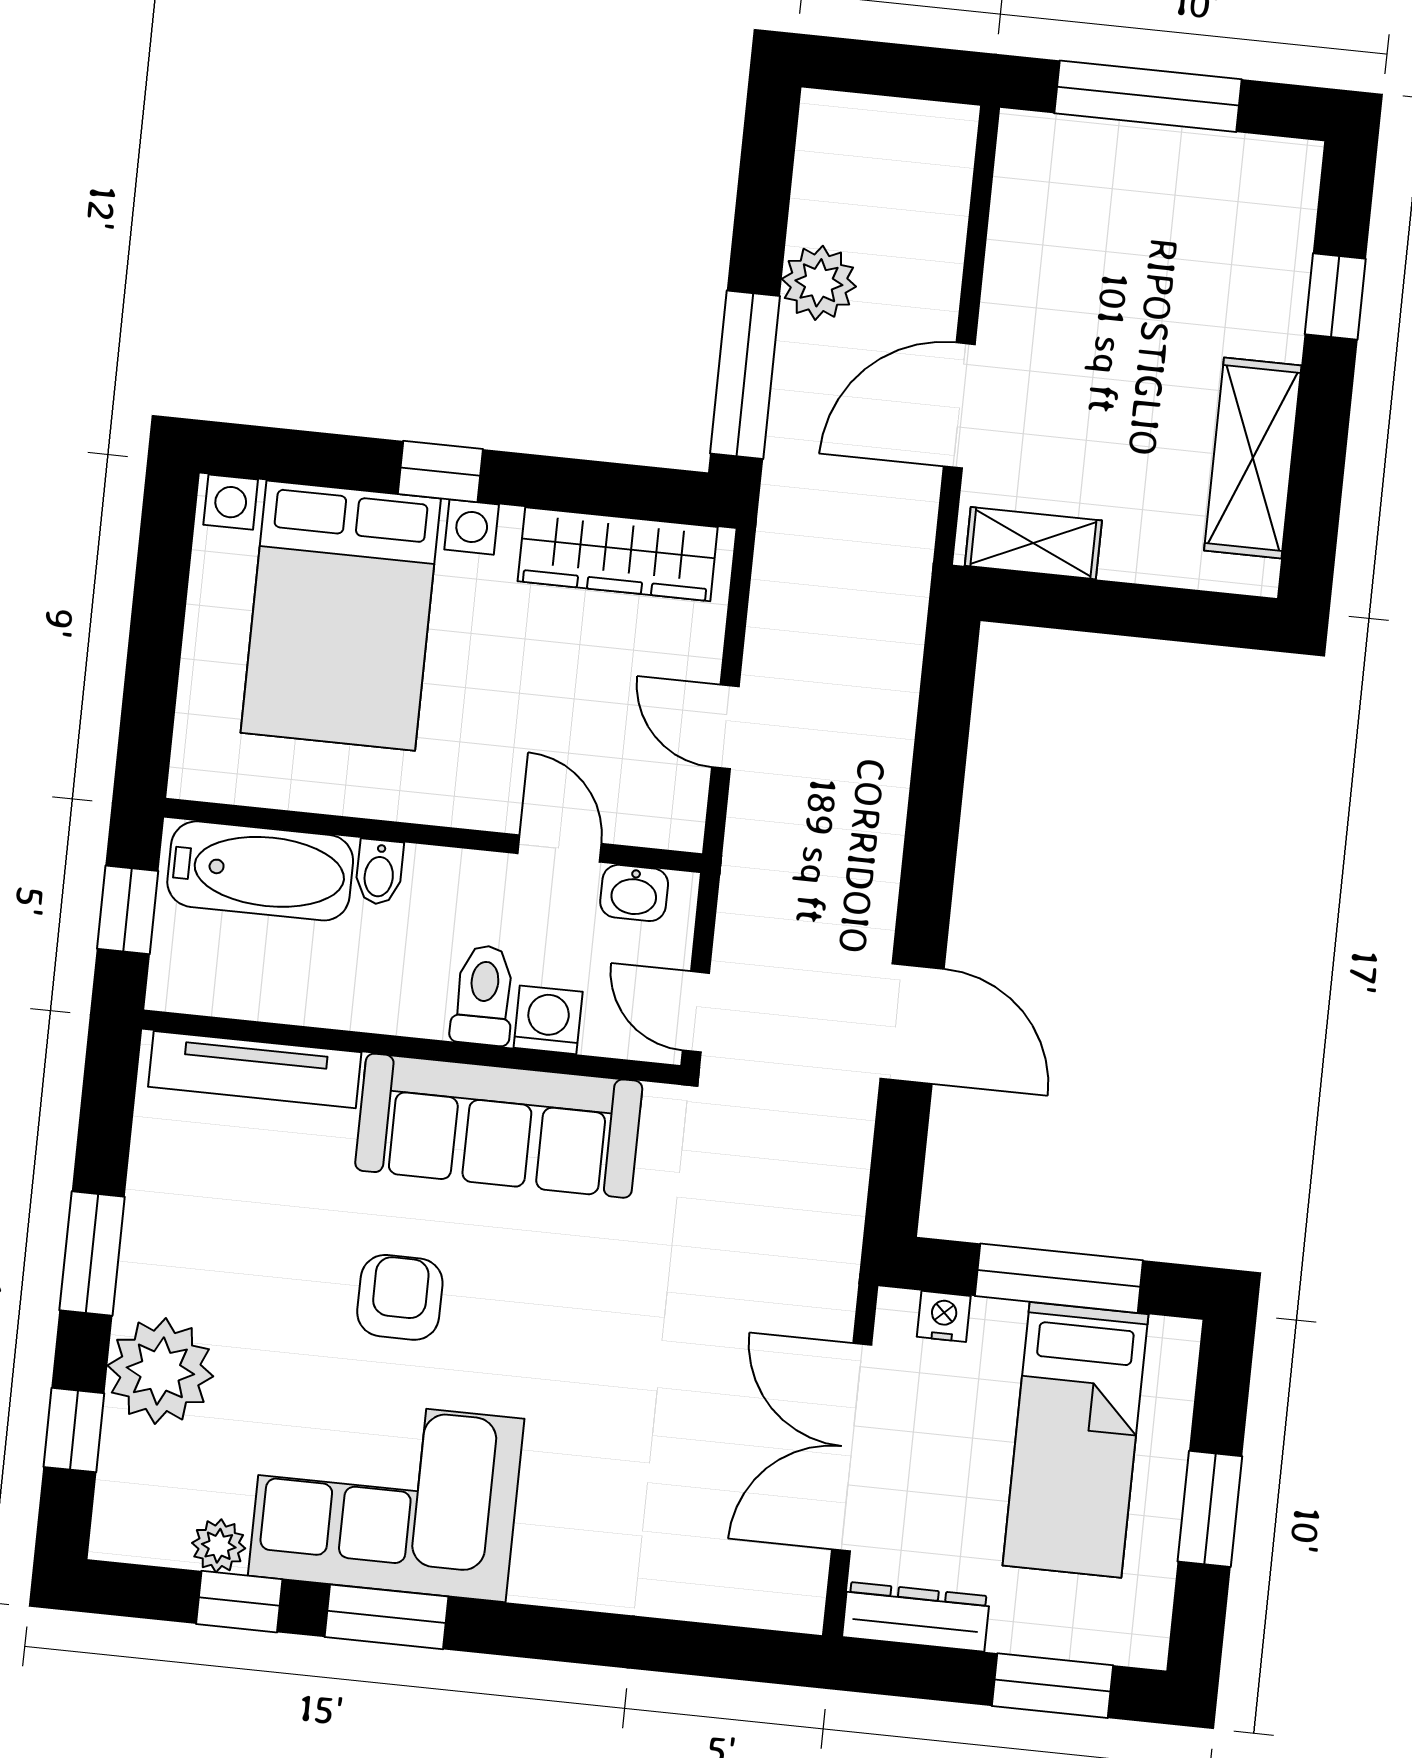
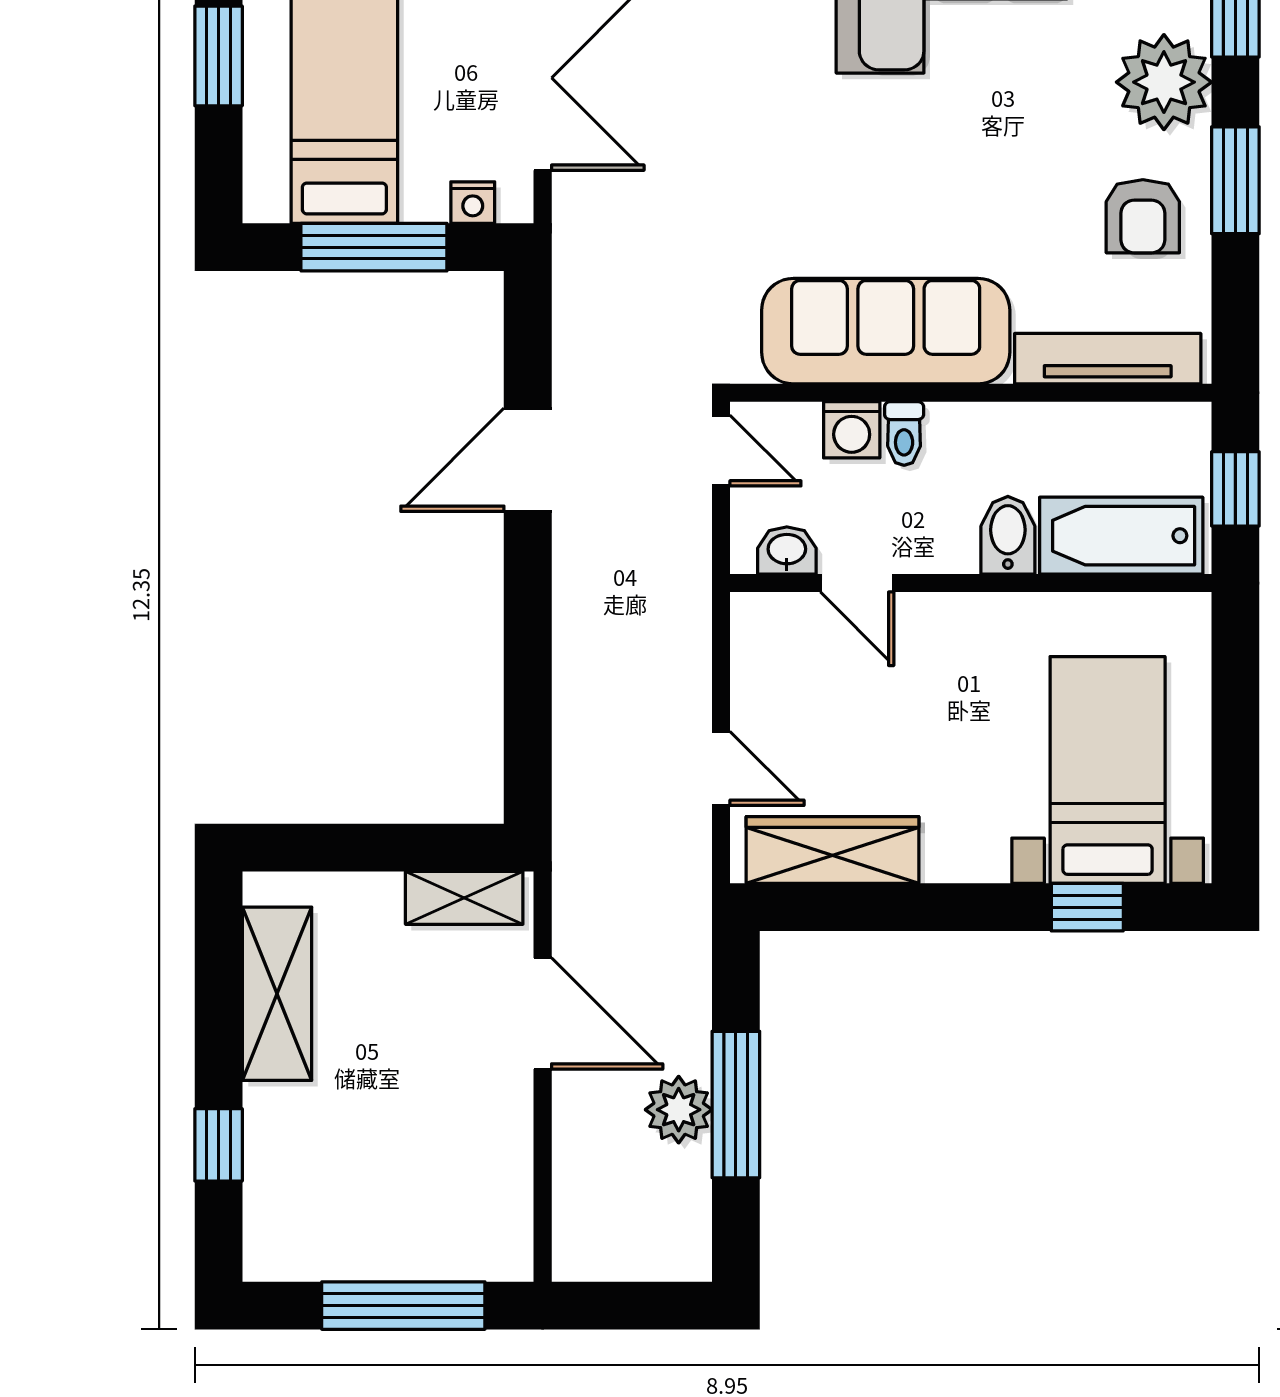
window: (745, 375) -> (736, 1105), moved
door: (959, 405) -> (543, 1013), hinge flipped
window: (440, 472) -> (1087, 907), moved
bed with nightstands: (341, 616) -> (1108, 770), width x0.73
door: (725, 727) -> (721, 768), moved
bidet: (379, 872) -> (1008, 535), width x1.38, depth x1.36
toilet: (483, 995) -> (904, 433), width x0.73, depth x0.72
door: (912, 1024) -> (528, 460), hinge flipped
armchair: (400, 1297) -> (1143, 216), moved

